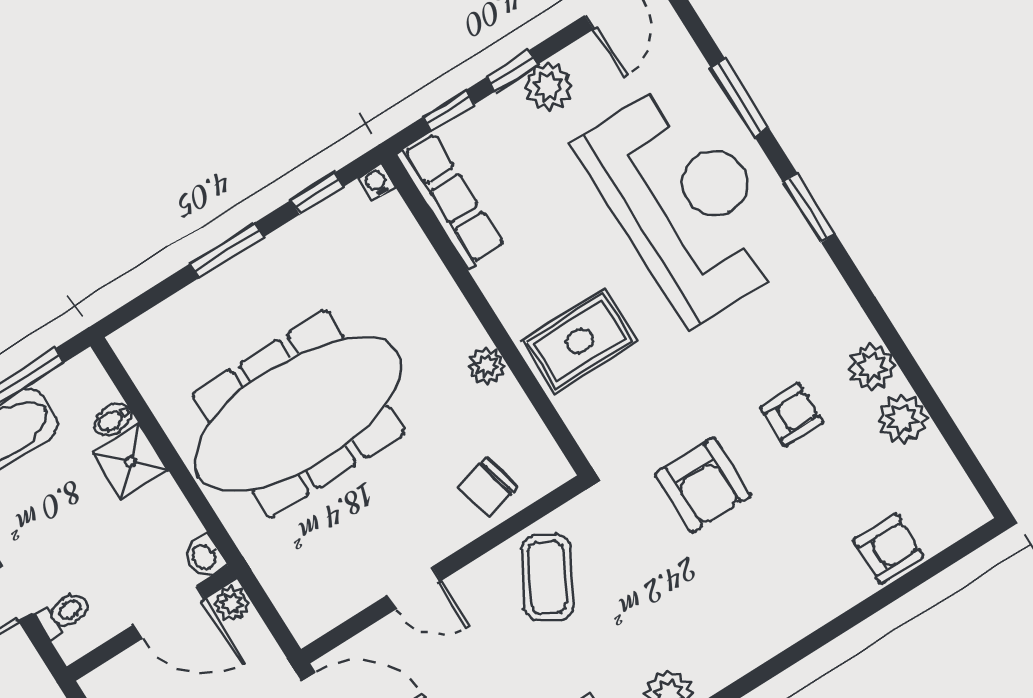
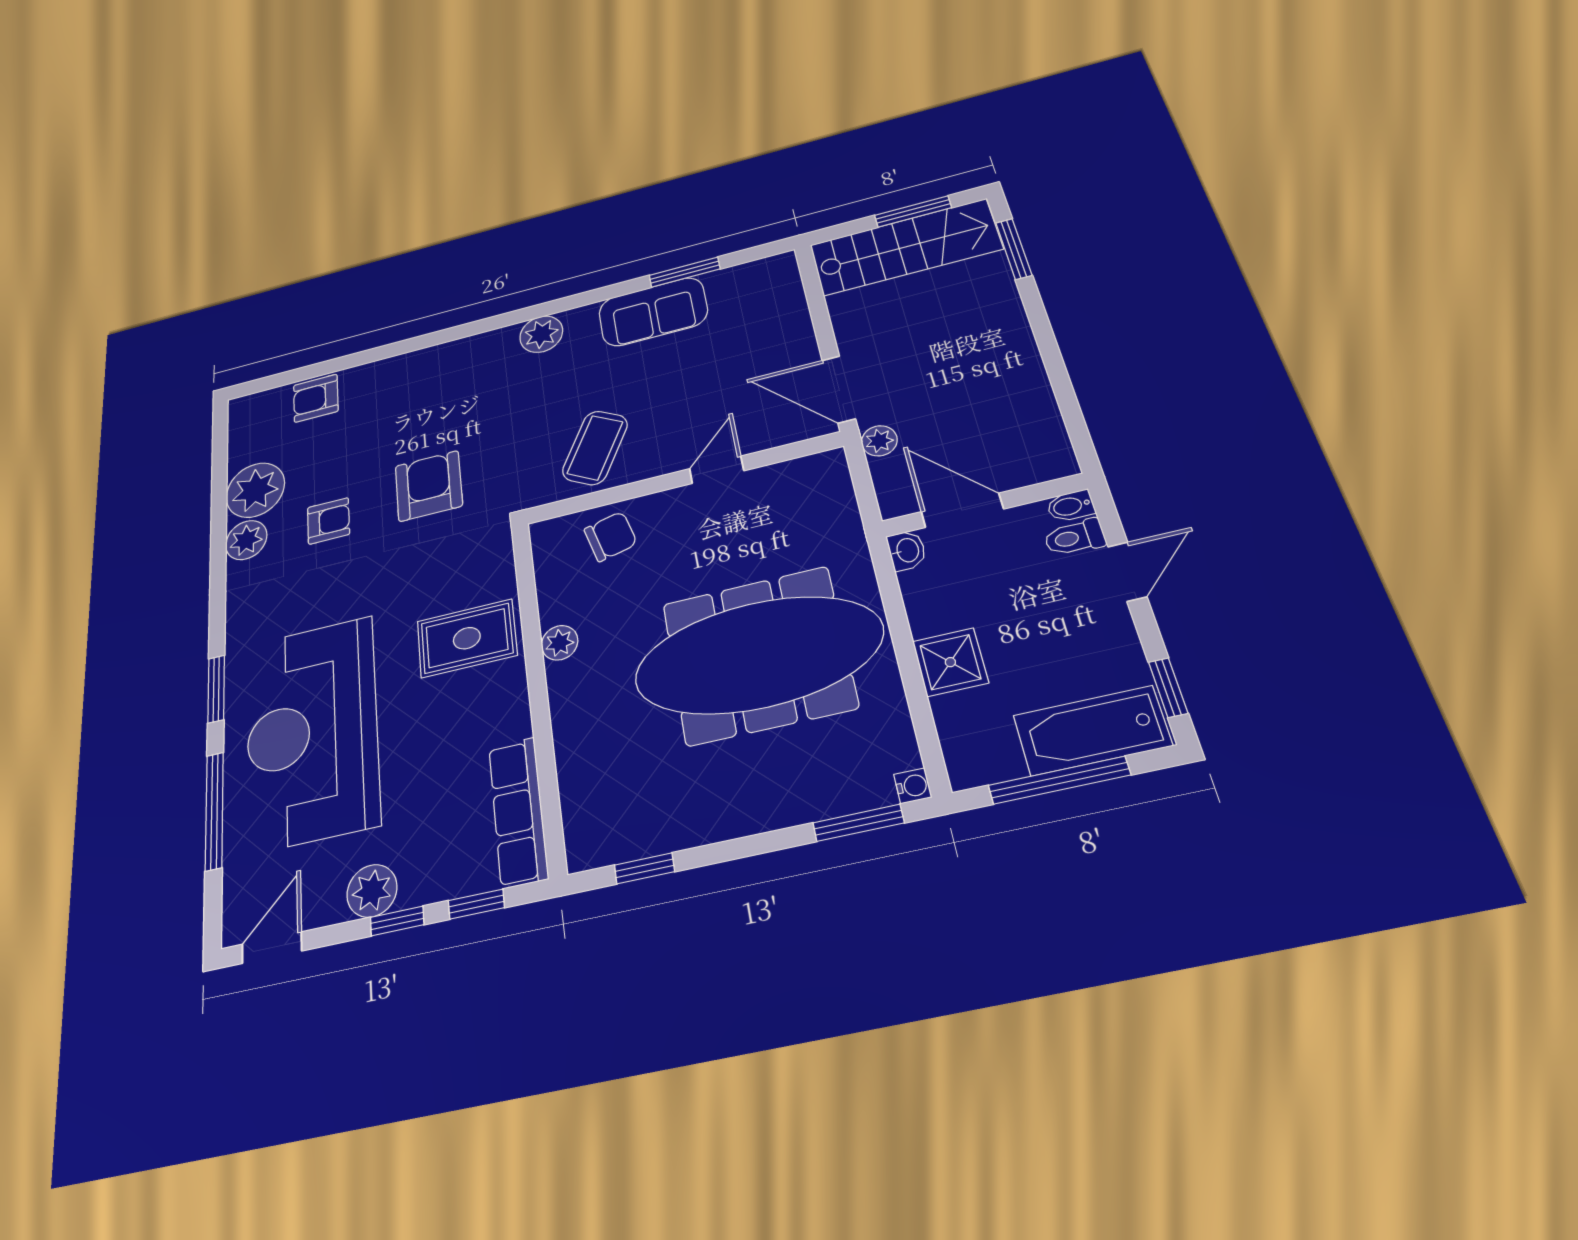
window: (740, 98) -> (214, 811), width x1.44
water cooler: (376, 182) -> (913, 786), moved, turned -90
window: (227, 250) -> (858, 823), moved
armchair: (792, 415) -> (329, 521), turned 180
plant: (903, 419) -> (255, 490), width x1.36, depth x1.36
bidet: (113, 420) -> (1071, 506), moved, turned 180
door: (414, 588) -> (717, 470), hinge flipped
plant: (232, 603) -> (879, 441), moved

